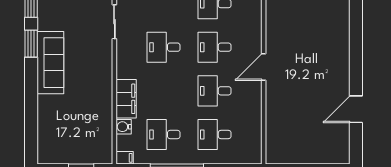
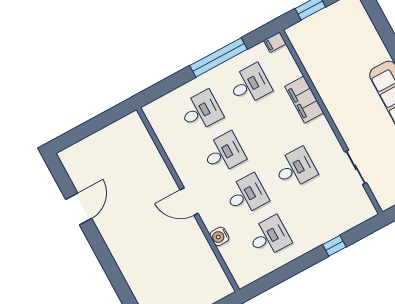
door: (264, 67) -> (189, 202), swing flipped
water cooler: (124, 127) -> (219, 236), moved, turned 180

